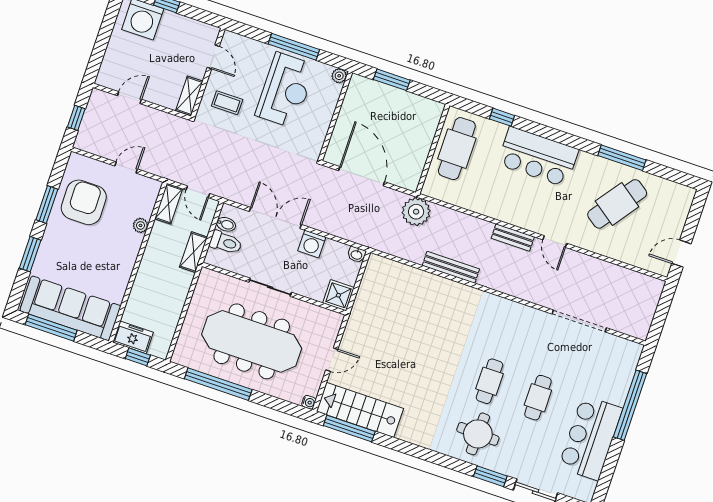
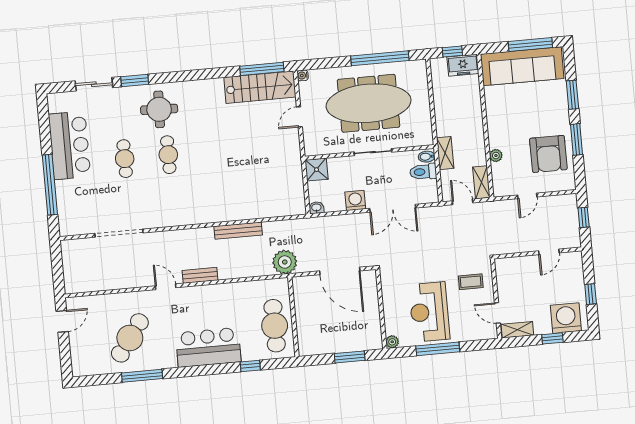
window: (105, 33) -> (591, 294), added
shelving: (189, 96) -> (517, 330), moved, turned 90
bidet: (226, 224) -> (427, 157), moved

